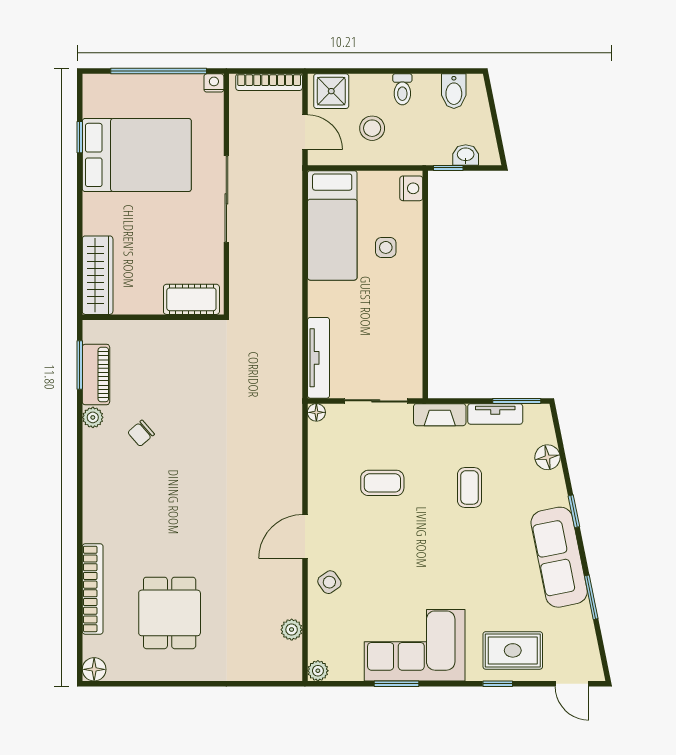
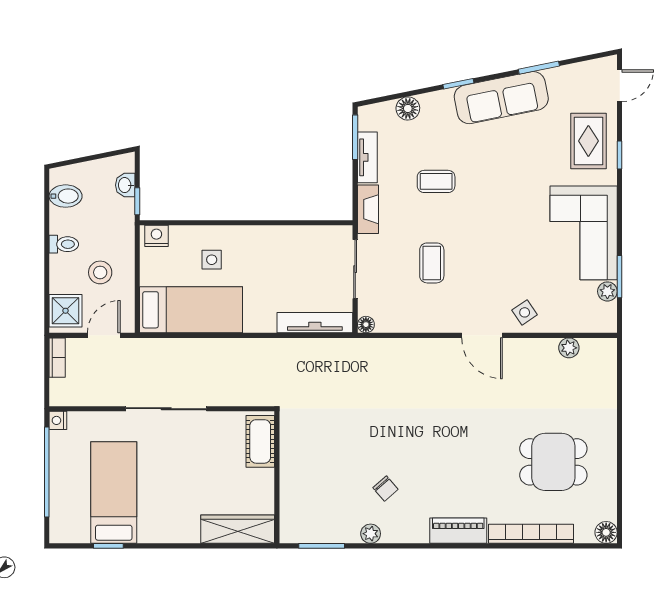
bookcase: (269, 82) -> (57, 358), width x0.64
bed: (137, 155) -> (114, 493), width x0.67
piano: (96, 375) -> (458, 531), moved
plant: (318, 671) -> (607, 291), moved
window: (396, 684) -> (620, 277), moved

